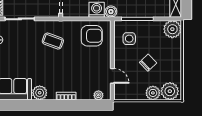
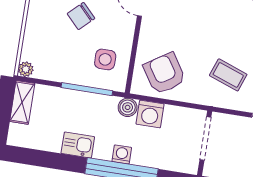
plant: (172, 29) -> (26, 69), width x0.53, depth x0.53
armchair: (92, 36) -> (164, 73), turned 57

